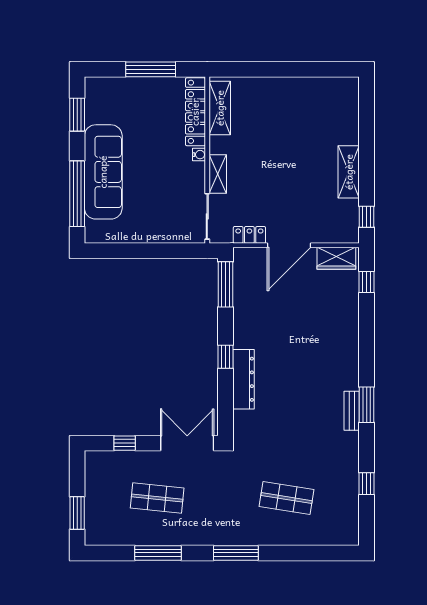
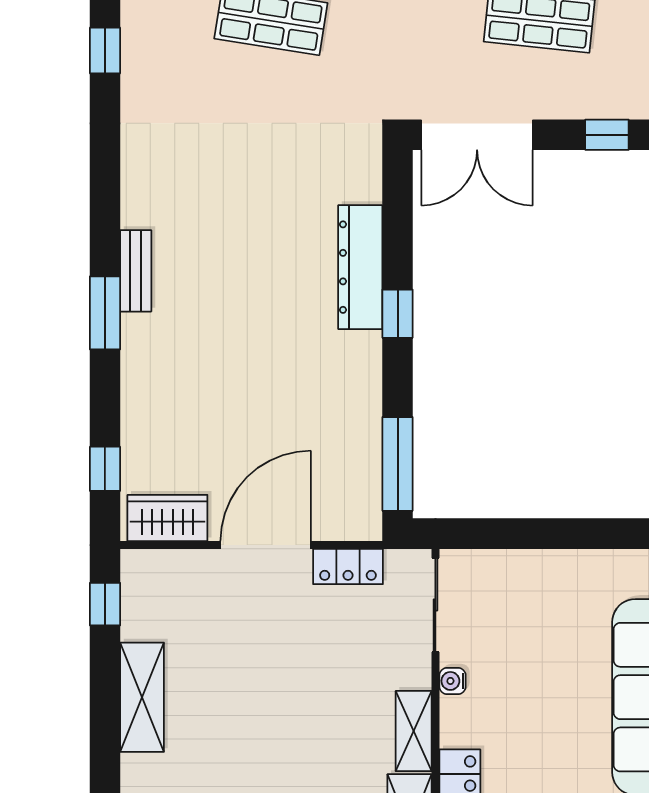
water cooler: (199, 155) -> (453, 681), moved
shelving: (218, 174) -> (414, 731), moved
window: (367, 405) -> (105, 313), moved
bench: (352, 411) -> (136, 271), moved

